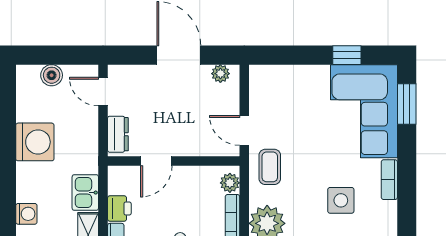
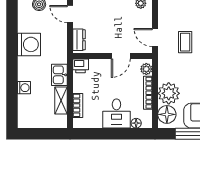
door: (156, 161) -> (121, 56), moved
coffee table: (270, 167) -> (185, 42), moved
printer: (119, 209) -> (81, 66), moved, turned 90

